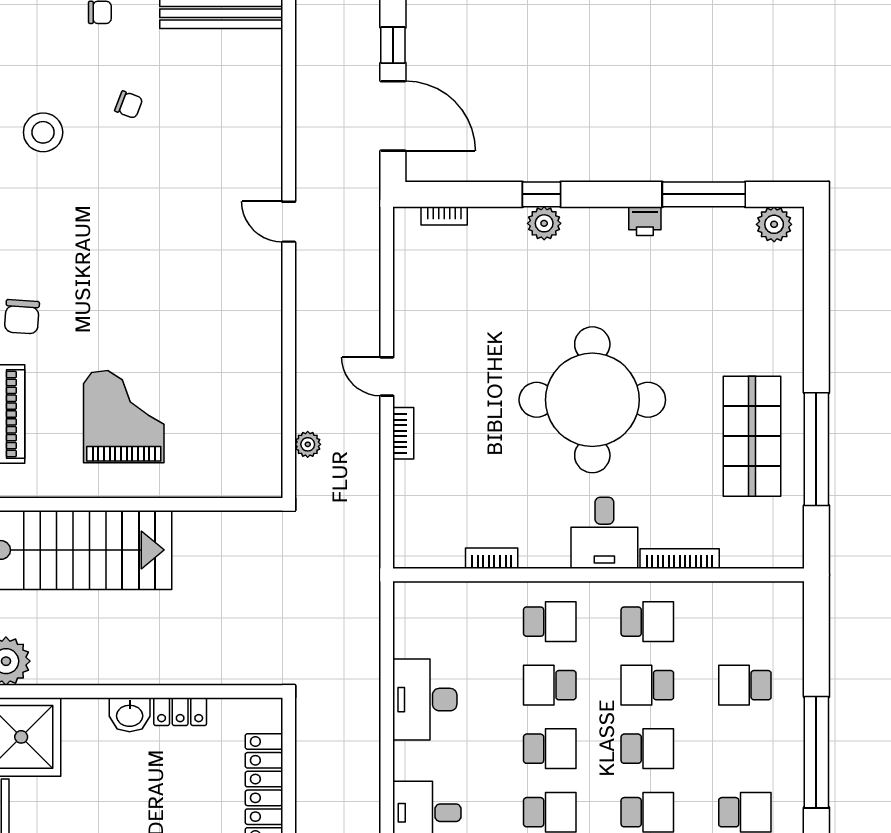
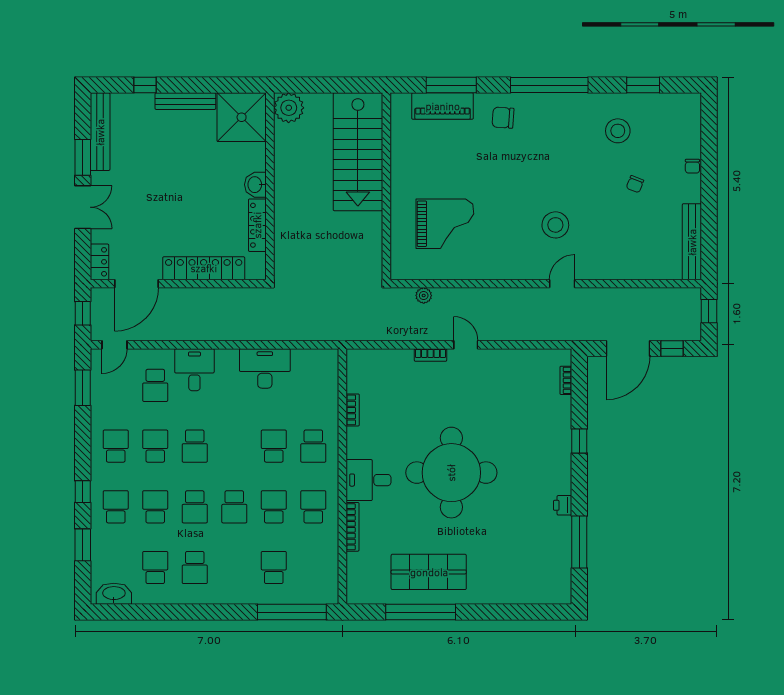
plant: (544, 223) -> (561, 443), removed
plant: (774, 224) -> (561, 586), removed
stool: (194, 233) -> (555, 225), added
door: (387, 377) -> (466, 345), hinge flipped
grand piano: (124, 417) -> (445, 224), moved
school desk: (647, 622) -> (313, 507), turned 180
locker: (180, 712) -> (257, 225), width x1.53
school desk: (550, 749) -> (234, 446), removed
window: (816, 752) -> (292, 612), moved

